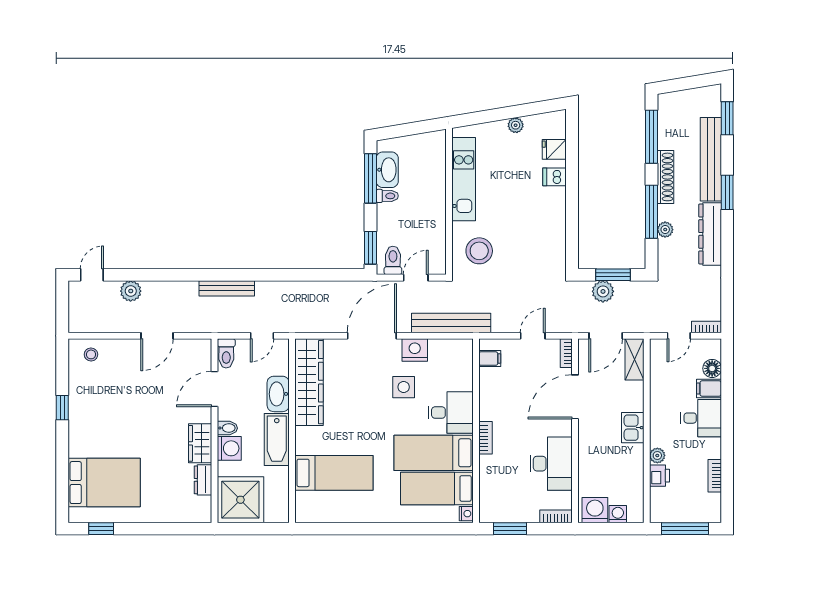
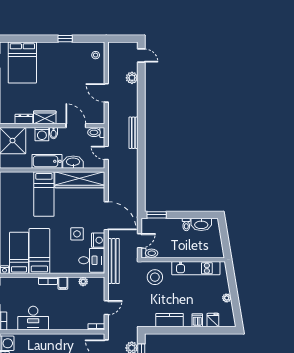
window: (370, 178) -> (196, 215), removed
kitchen counter: (554, 225) -> (170, 320), added
toilet: (393, 260) -> (149, 253), moved
door: (416, 278) -> (140, 241), hinge flipped
door: (533, 336) -> (106, 308), hinge flipped
filing cabinet: (490, 359) -> (63, 283), moved
plant: (487, 376) -> (83, 282), added
door: (575, 397) -> (71, 332), removed
desk: (451, 413) -> (92, 260), moved, turned -90
bed: (334, 473) -> (44, 194), moved

